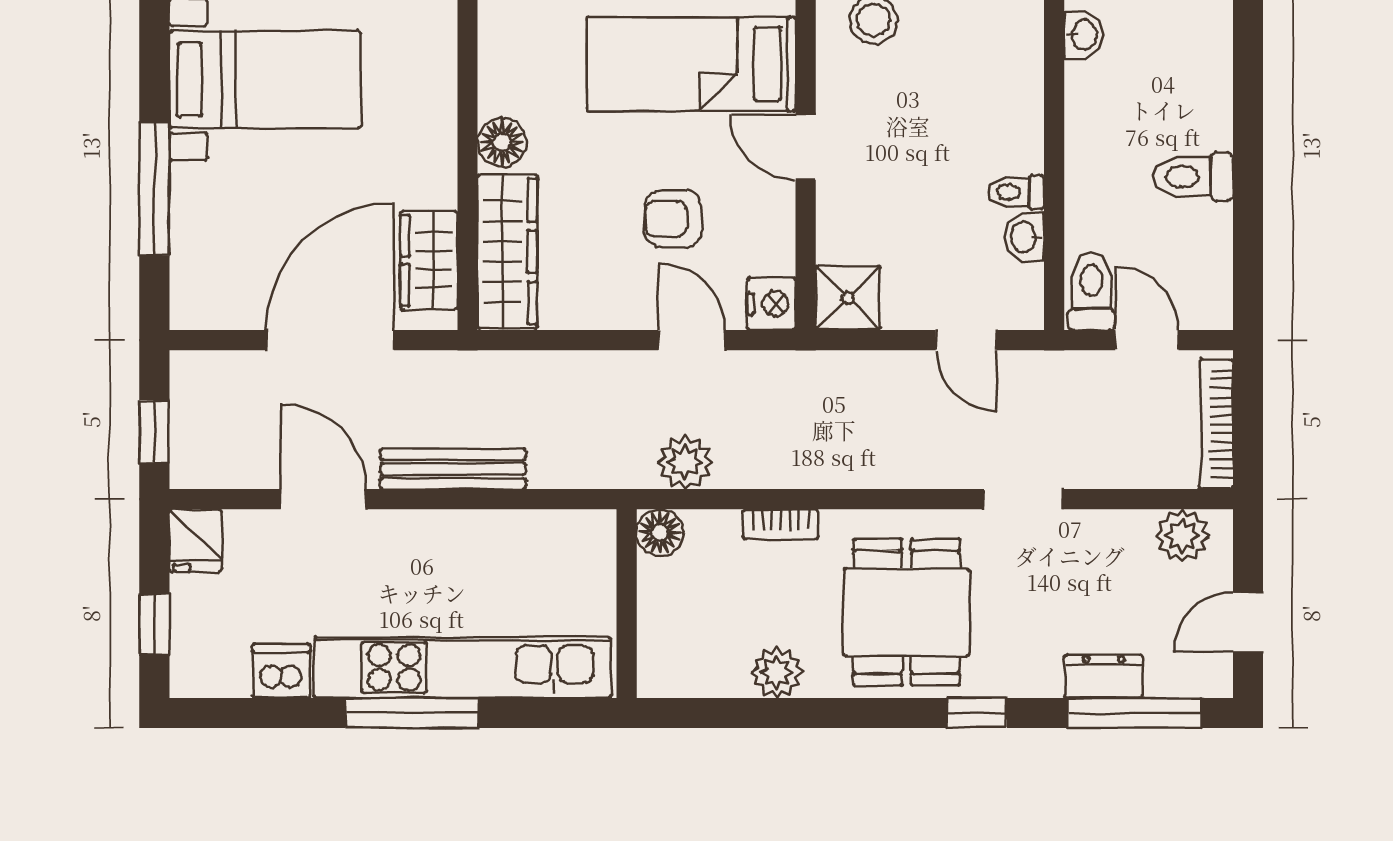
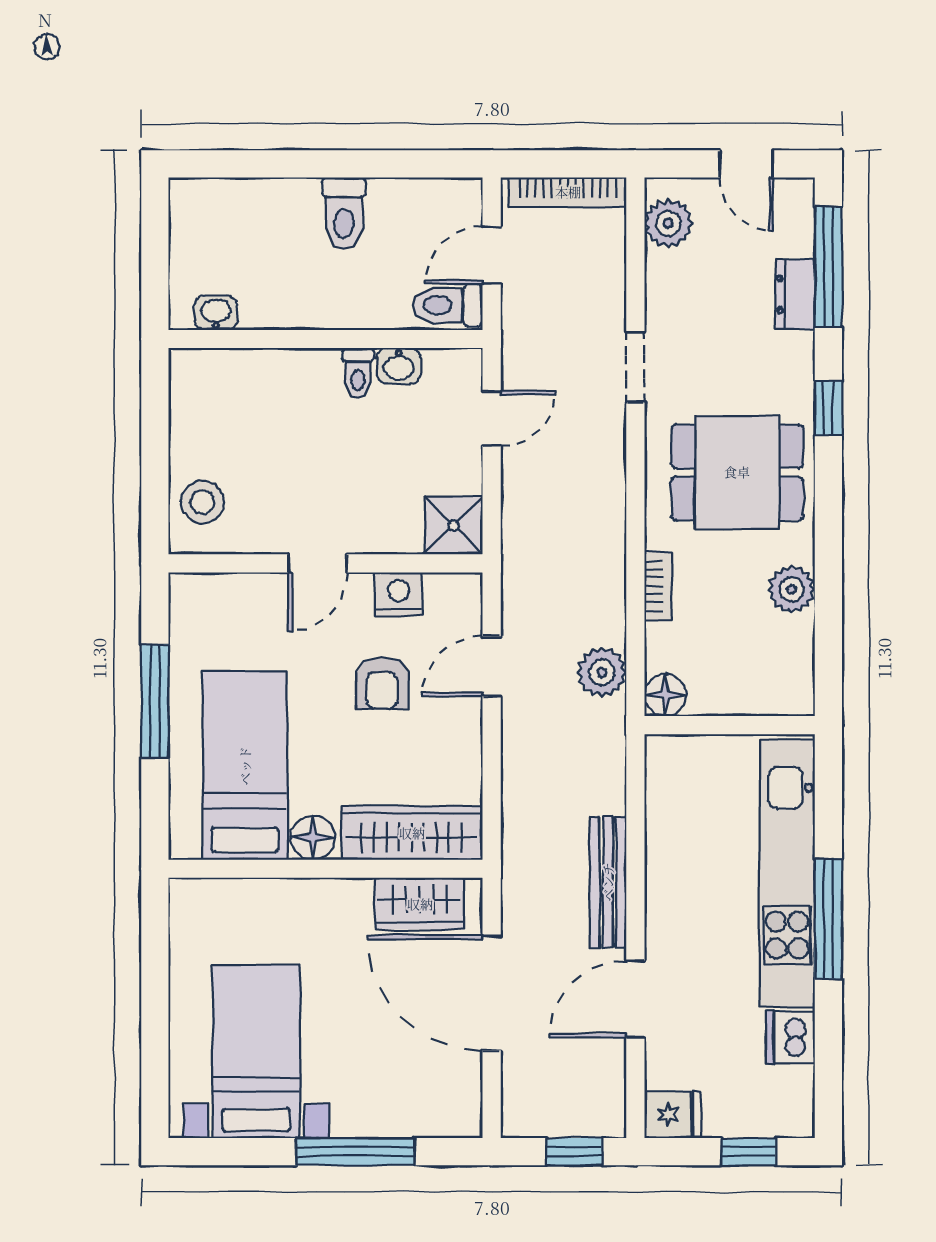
bed: (691, 64) -> (245, 766), moved, turned 180
nightstand: (771, 304) -> (399, 594), moved

